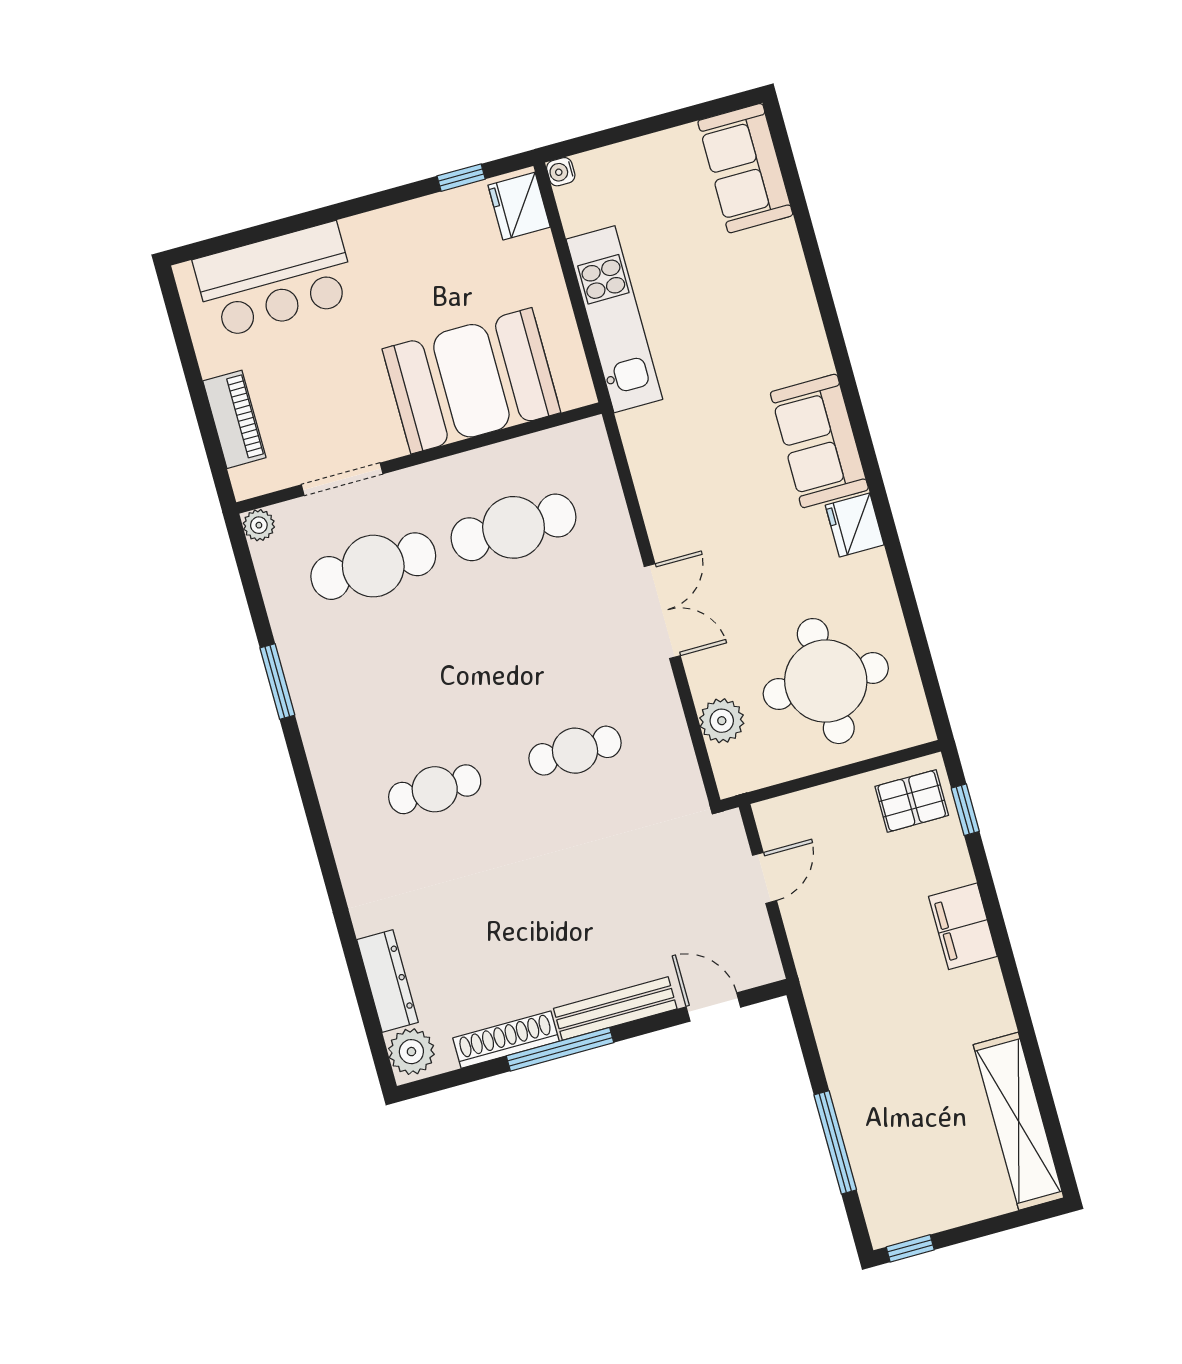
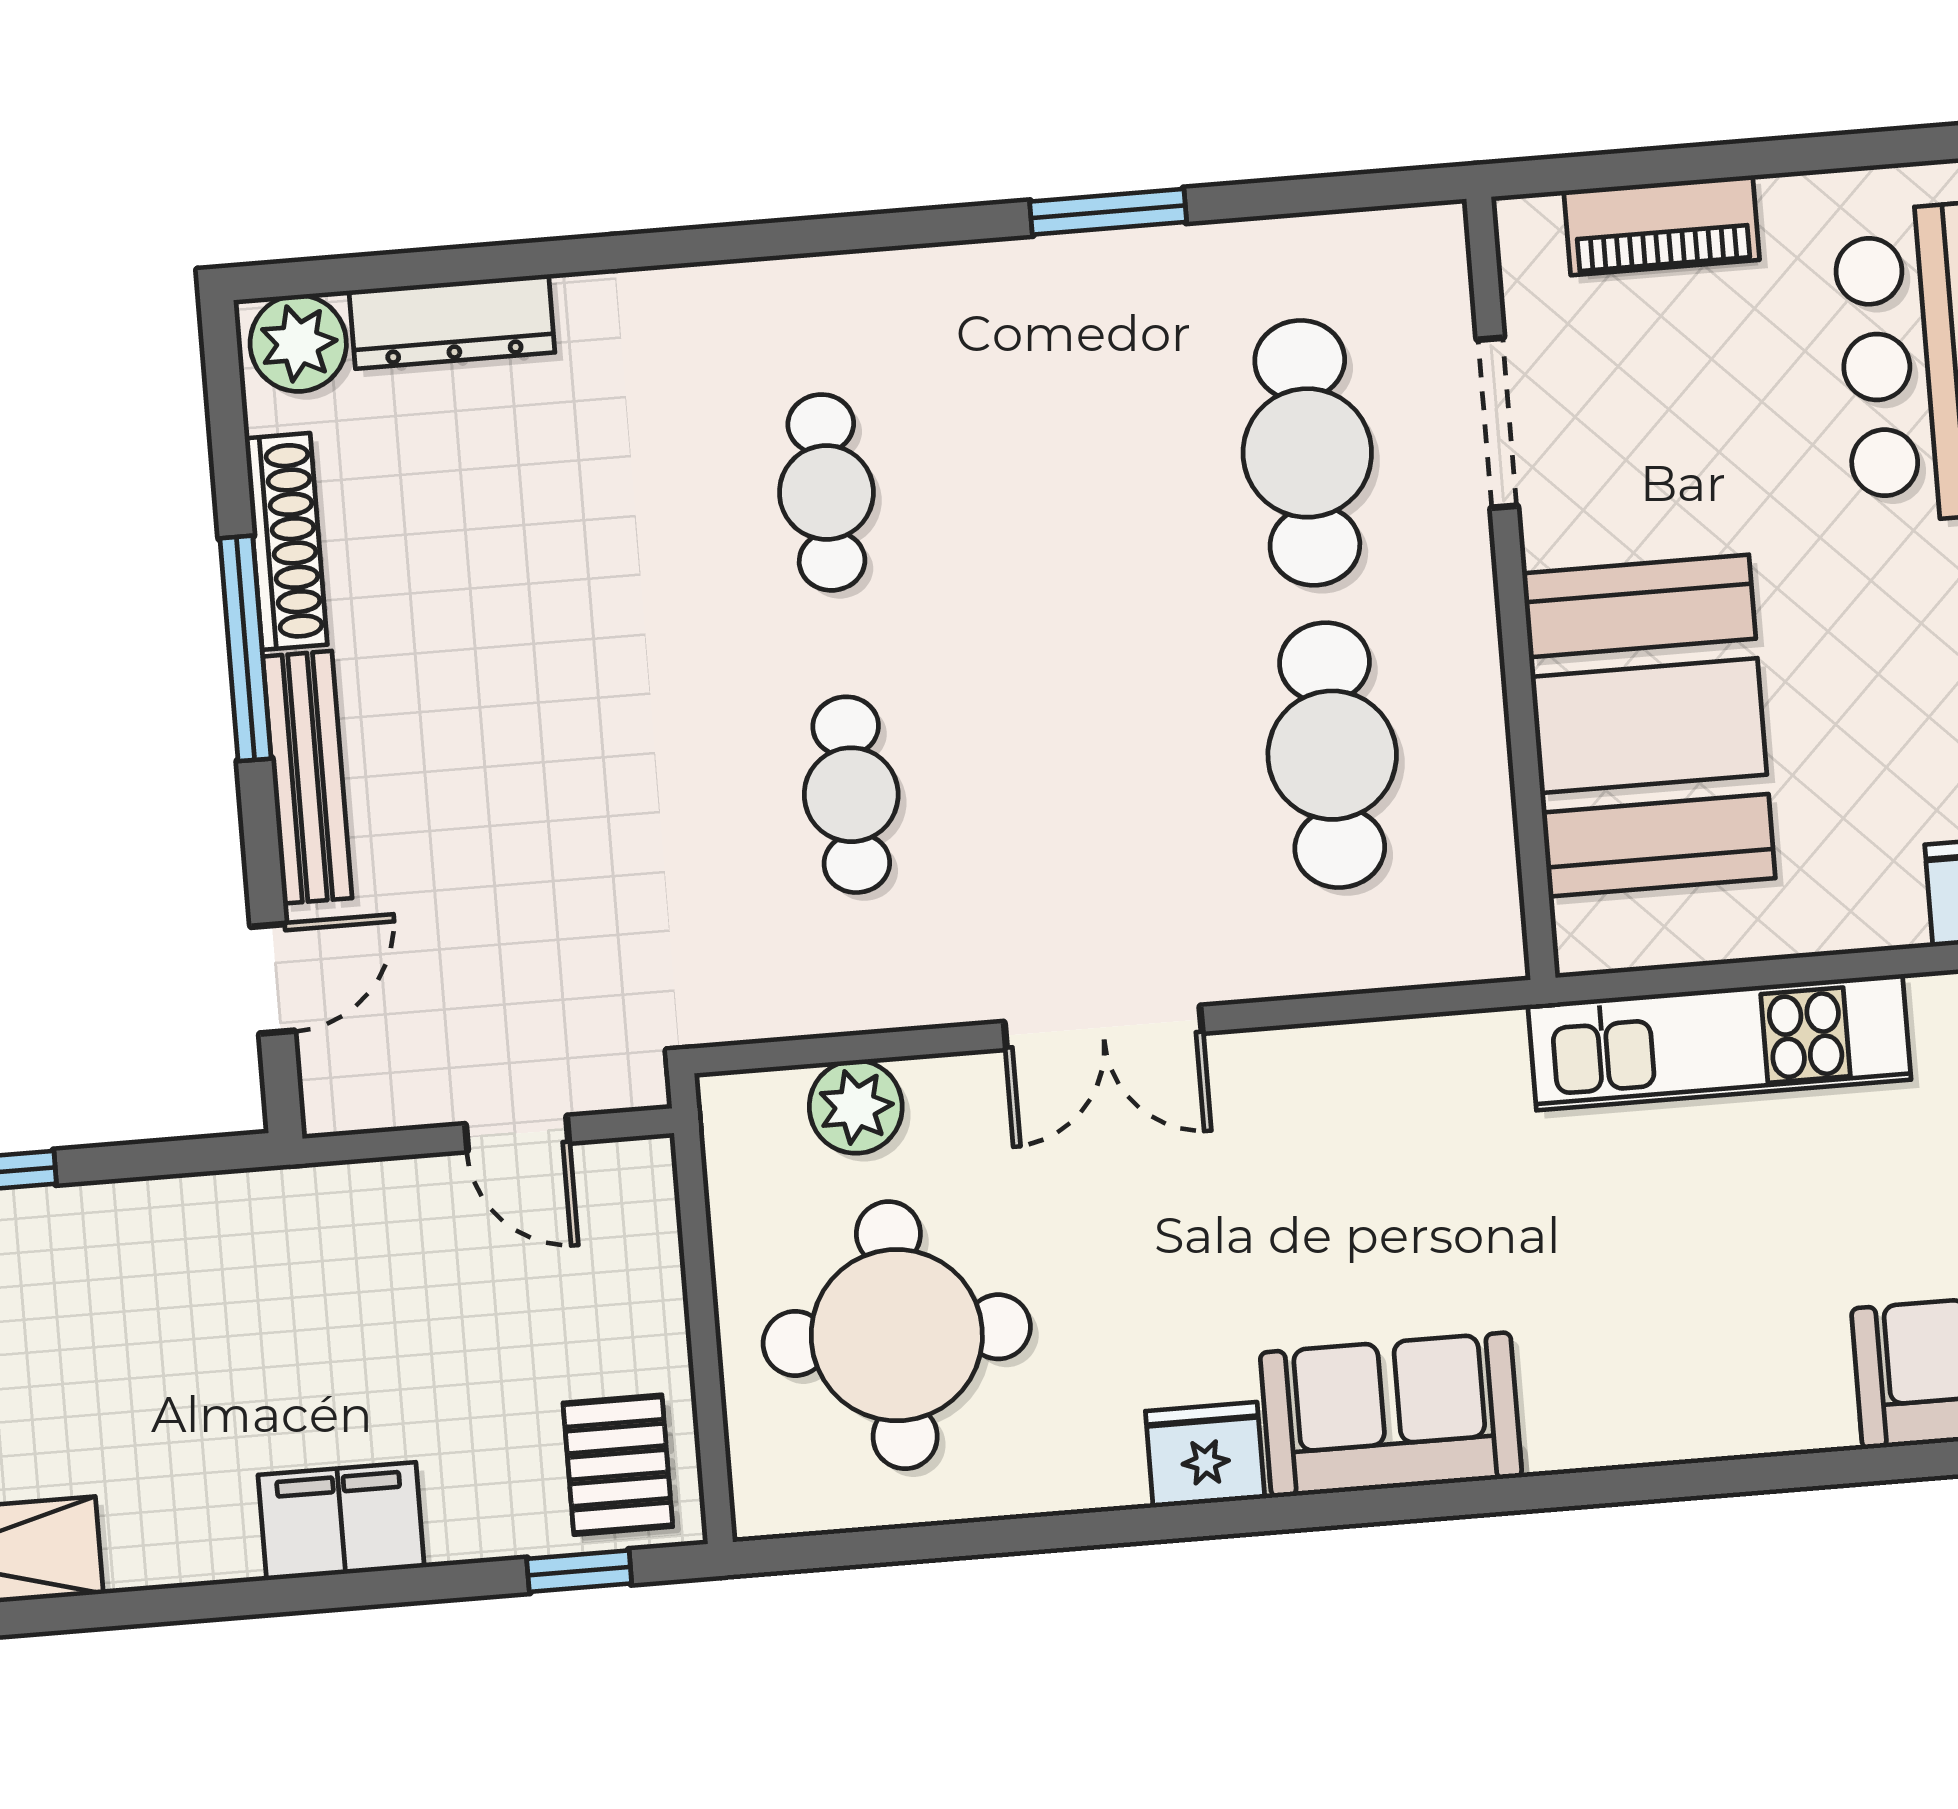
plant: (259, 525) -> (1435, 235), removed

